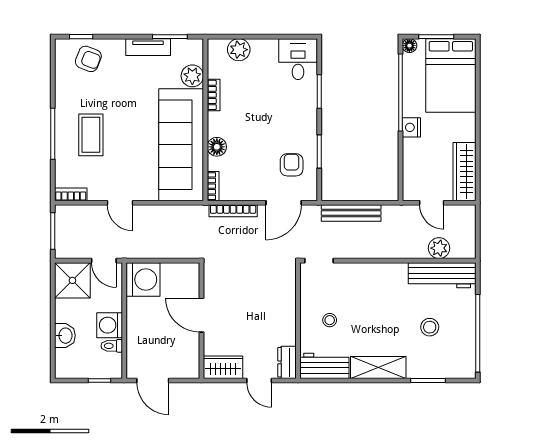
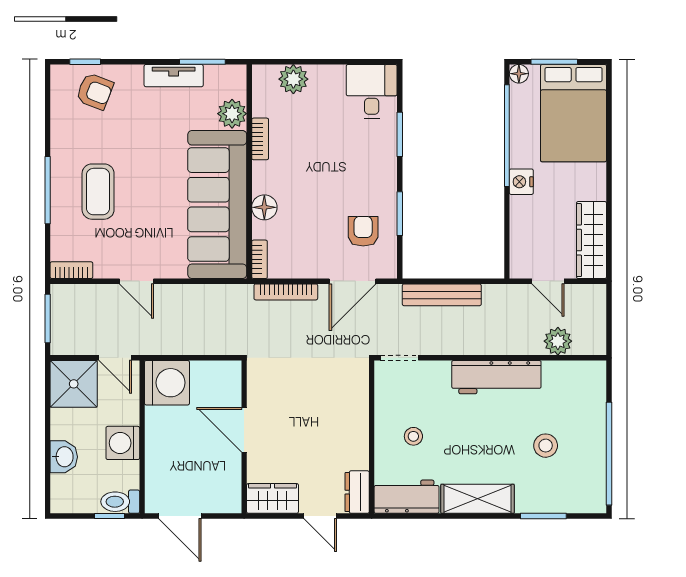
workbench: (442, 275) -> (496, 377), moved
toilet: (112, 346) -> (120, 502), moved, width x1.37, depth x1.39

